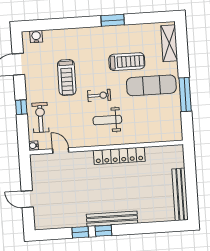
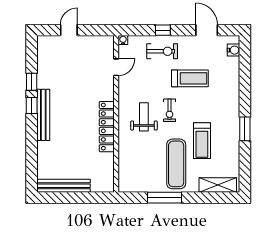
treadmill: (67, 78) -> (190, 78), turned 180
exercise bike: (40, 118) -> (162, 51), moved

